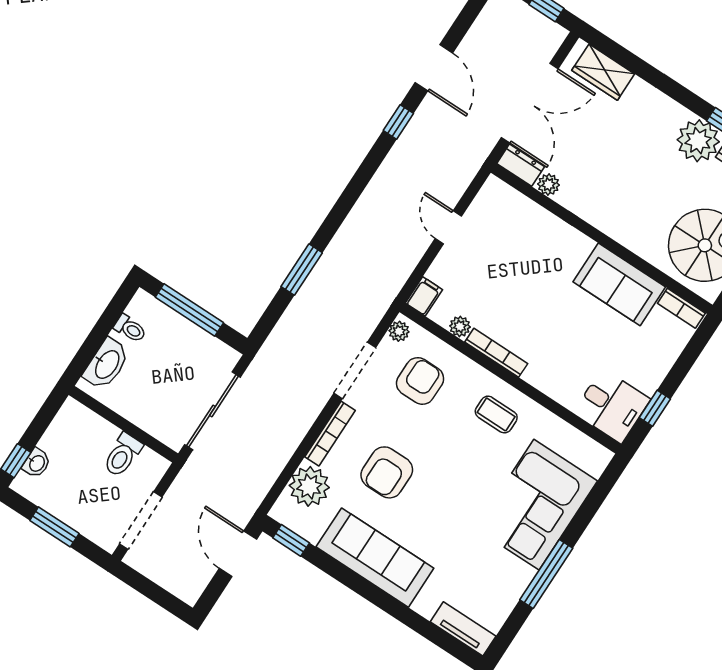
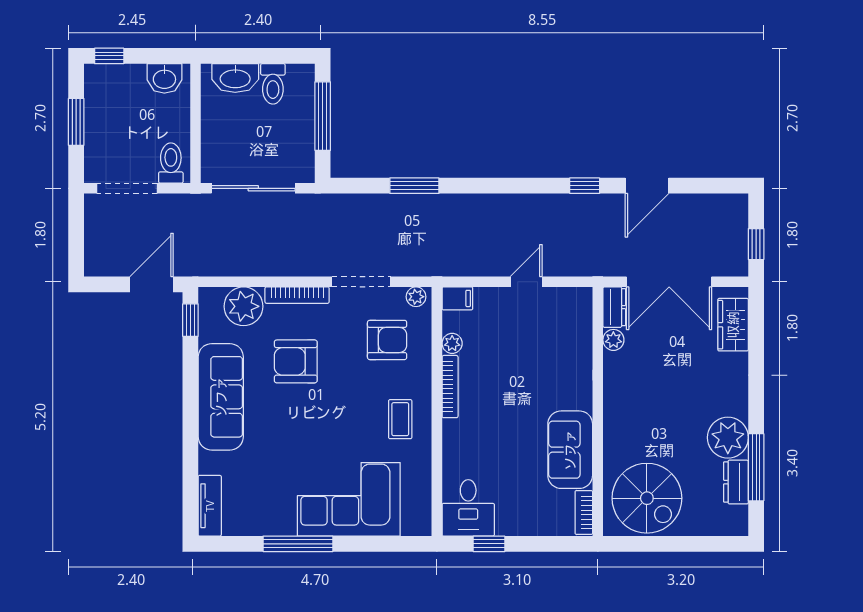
toilet: (130, 329) -> (273, 84), width x1.37, depth x1.39
toilet: (123, 455) -> (171, 163), moved, turned 90
washbasin: (37, 463) -> (164, 78), moved, width x1.38, depth x1.45

